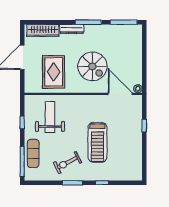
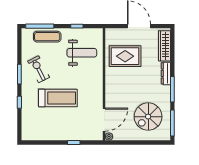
spiral stairs: (92, 66) -> (148, 117), moved
treadmill: (97, 142) -> (58, 98), turned 180

